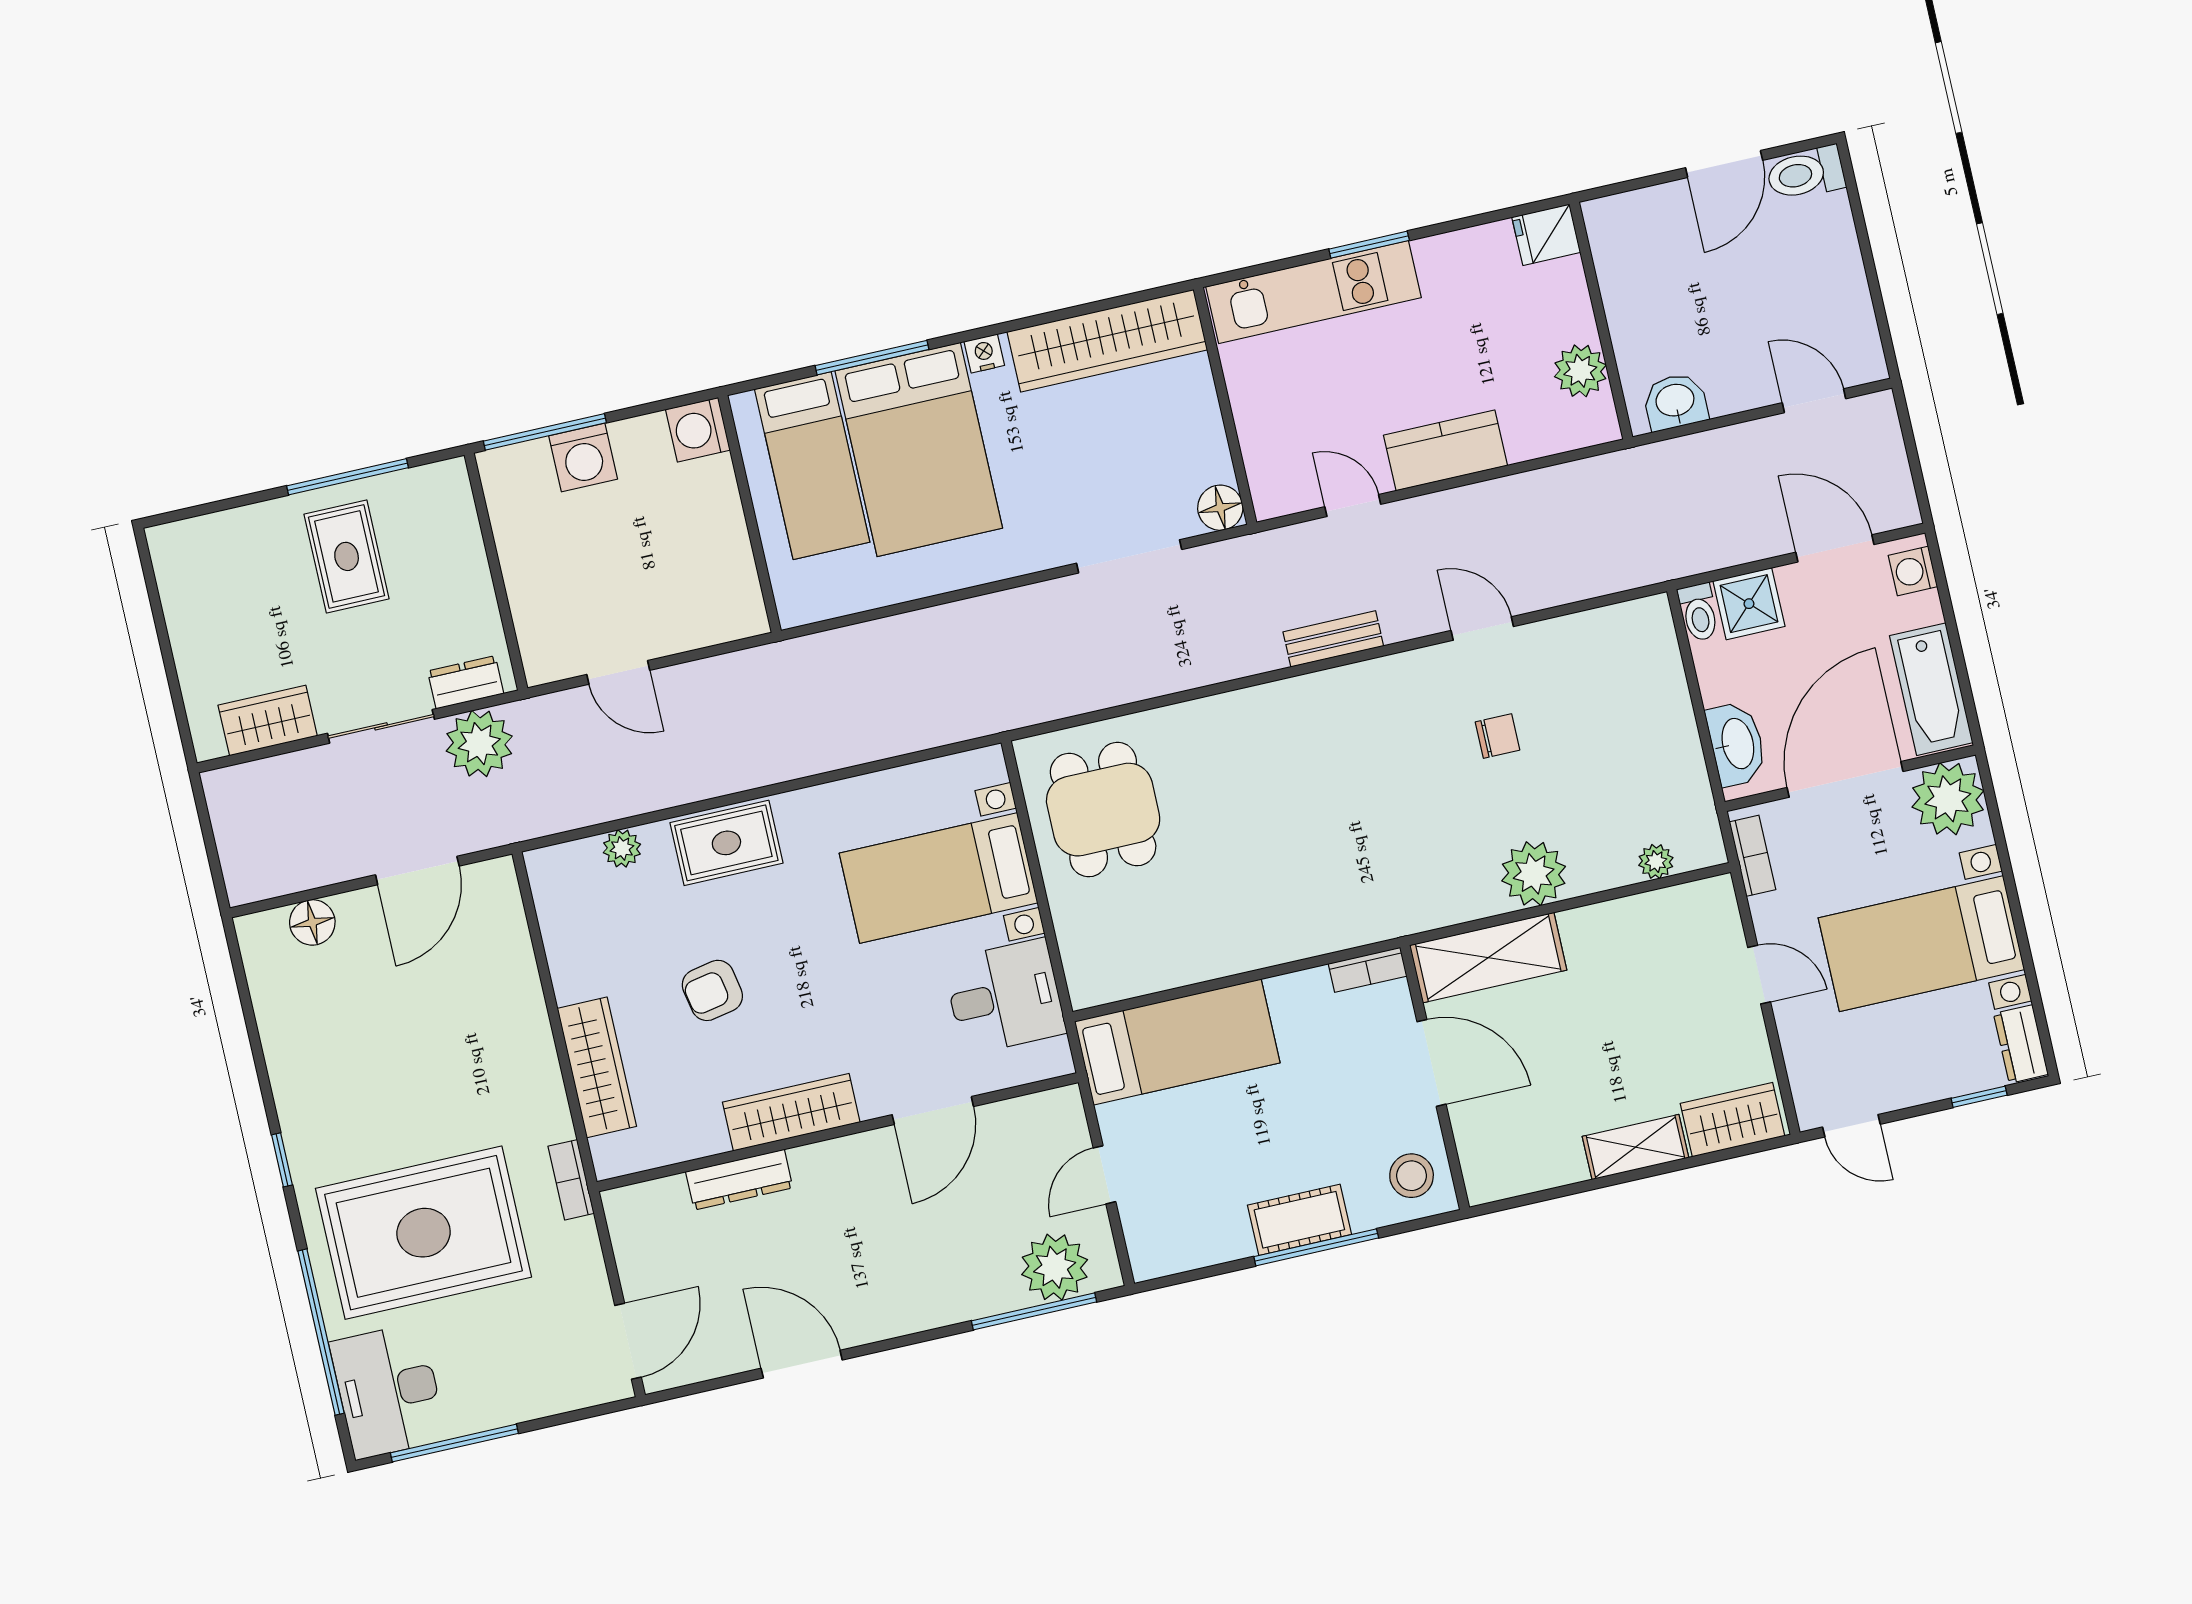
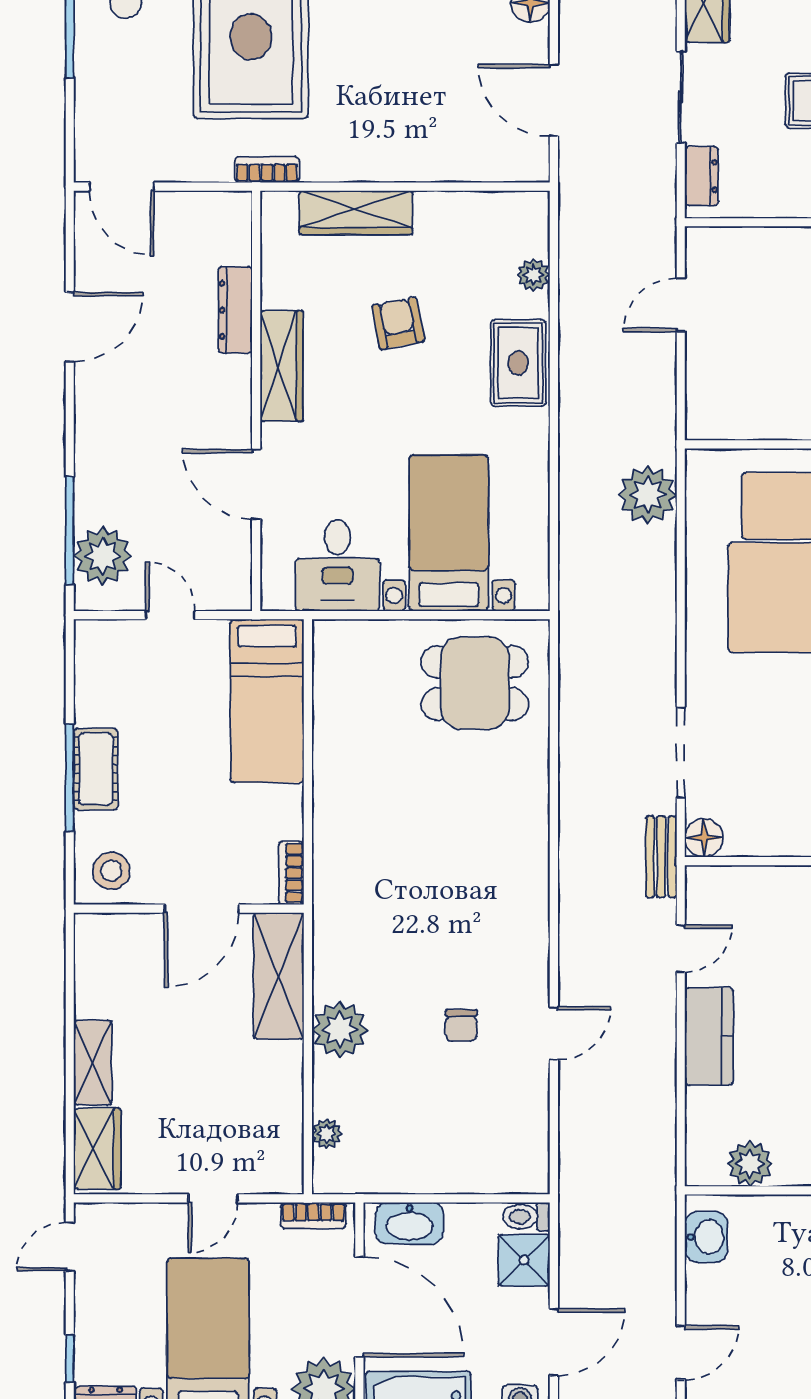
bench: (1333, 639) -> (661, 857), moved
plant: (479, 744) -> (648, 495), moved

